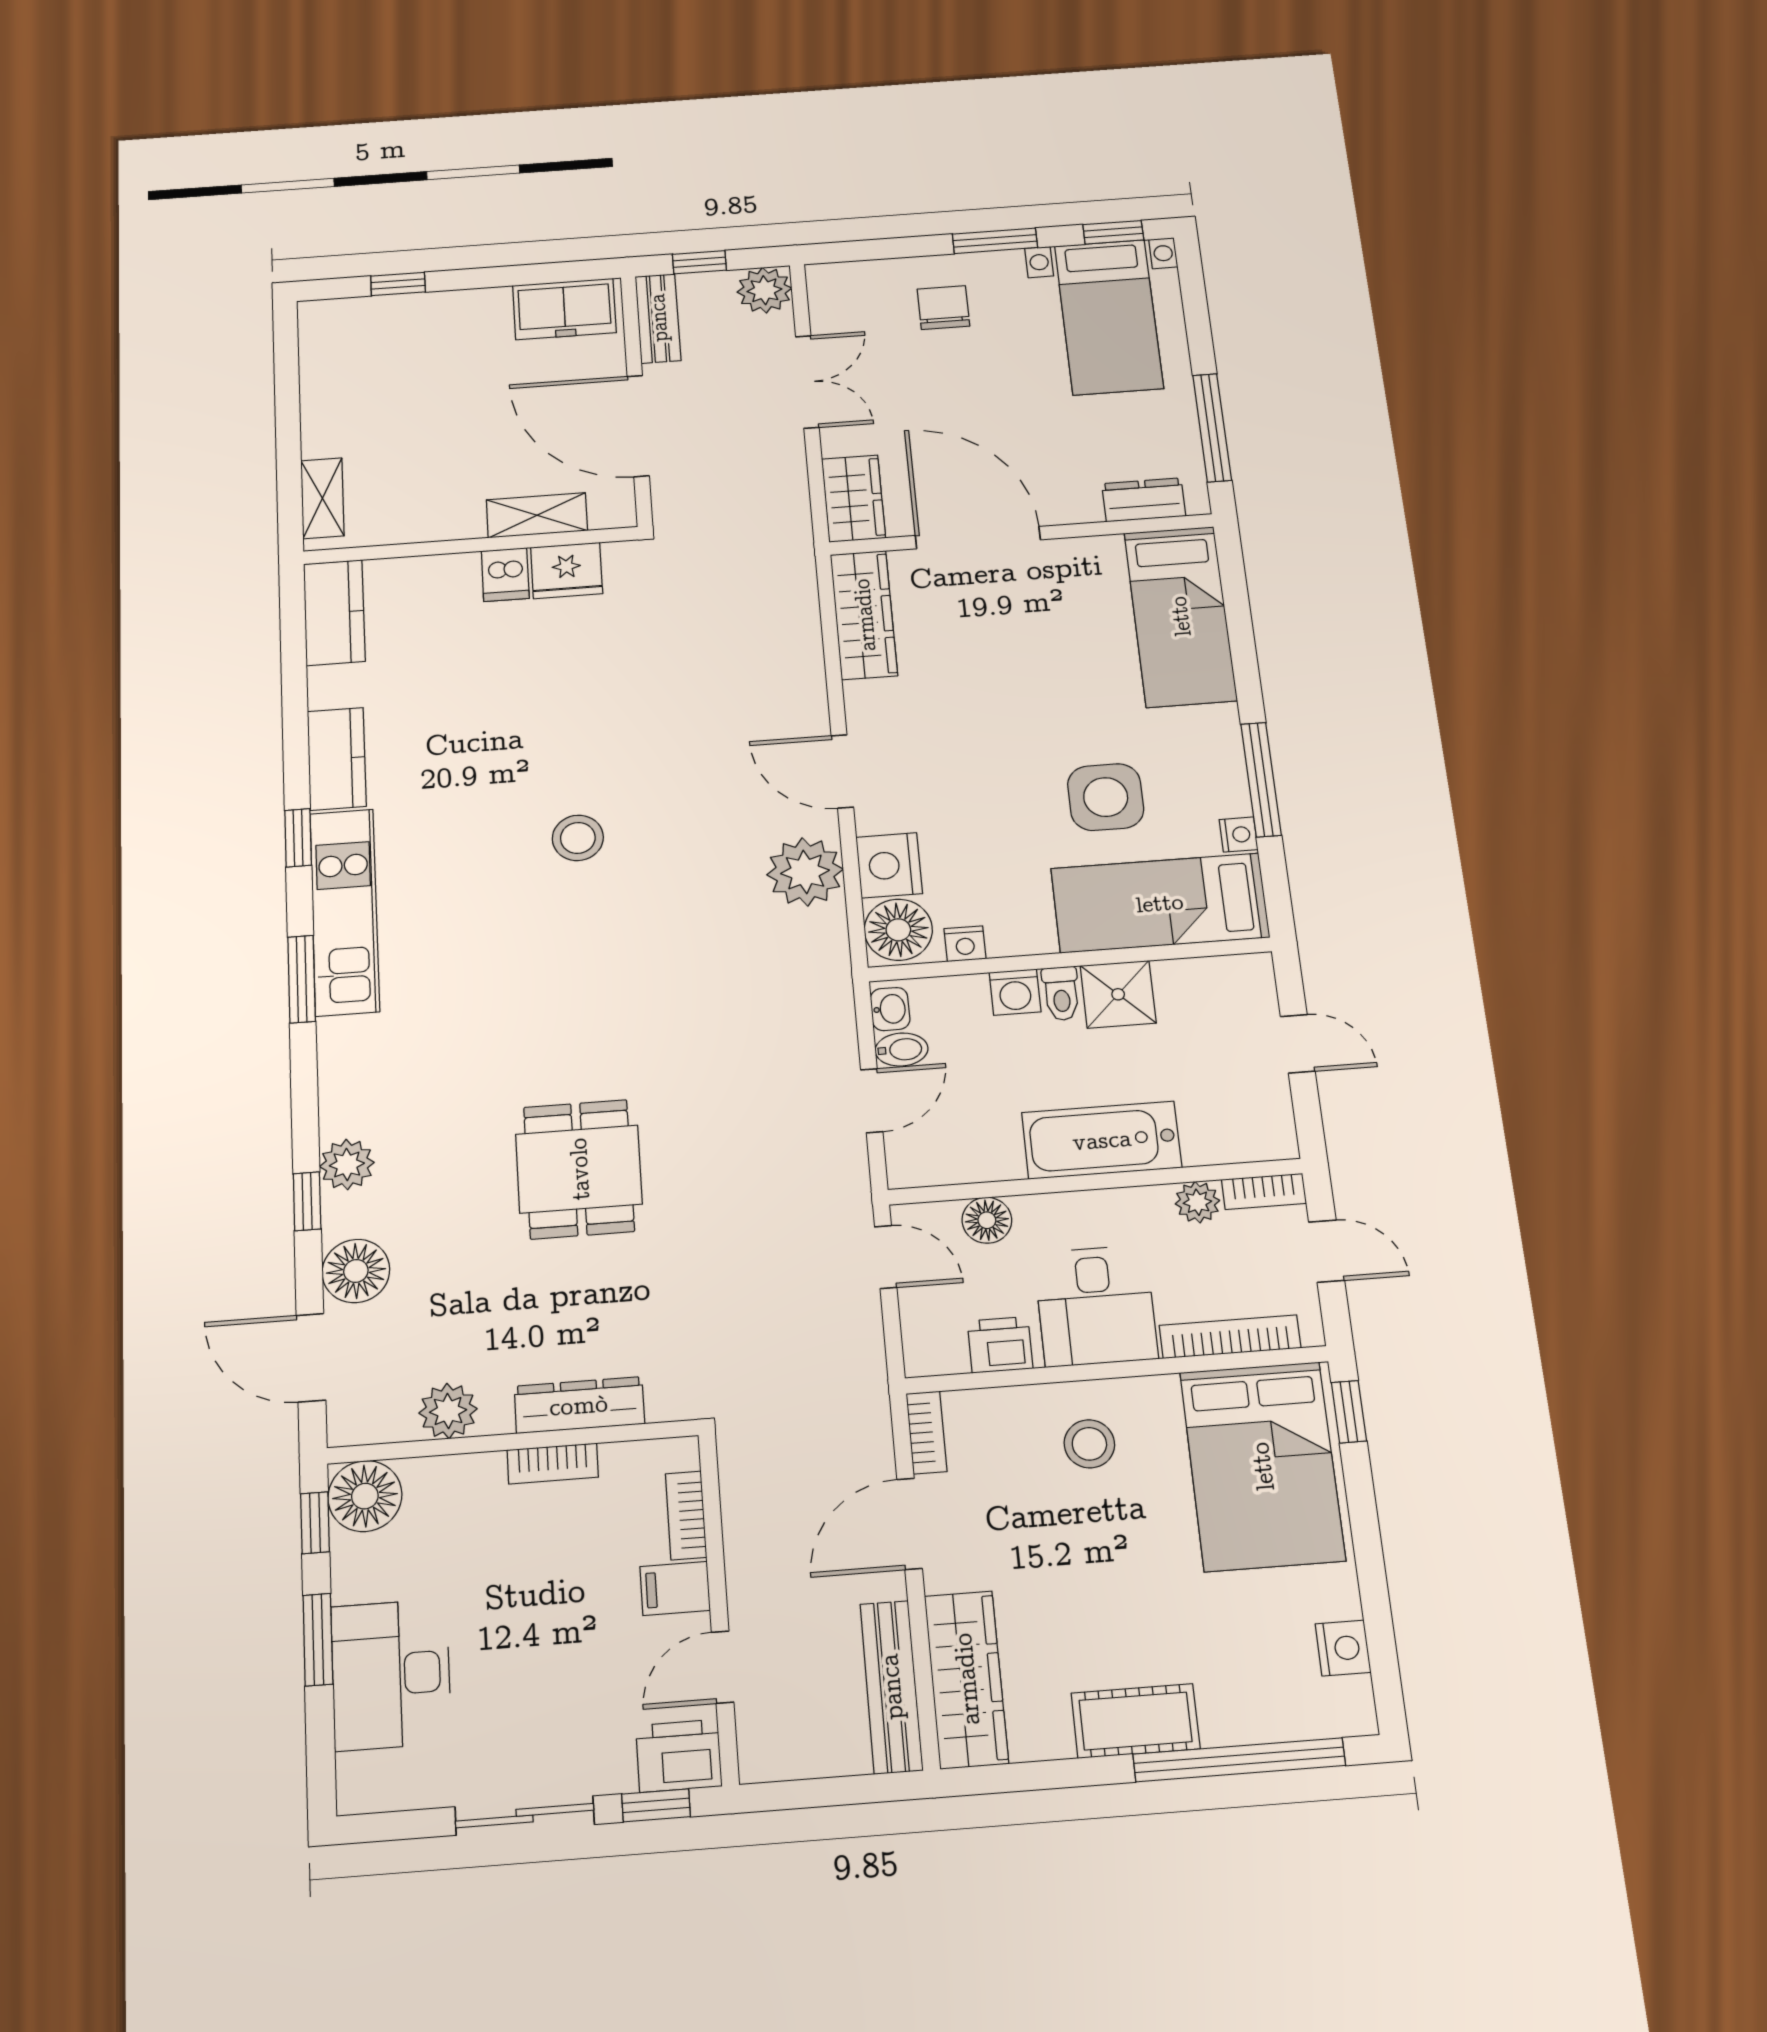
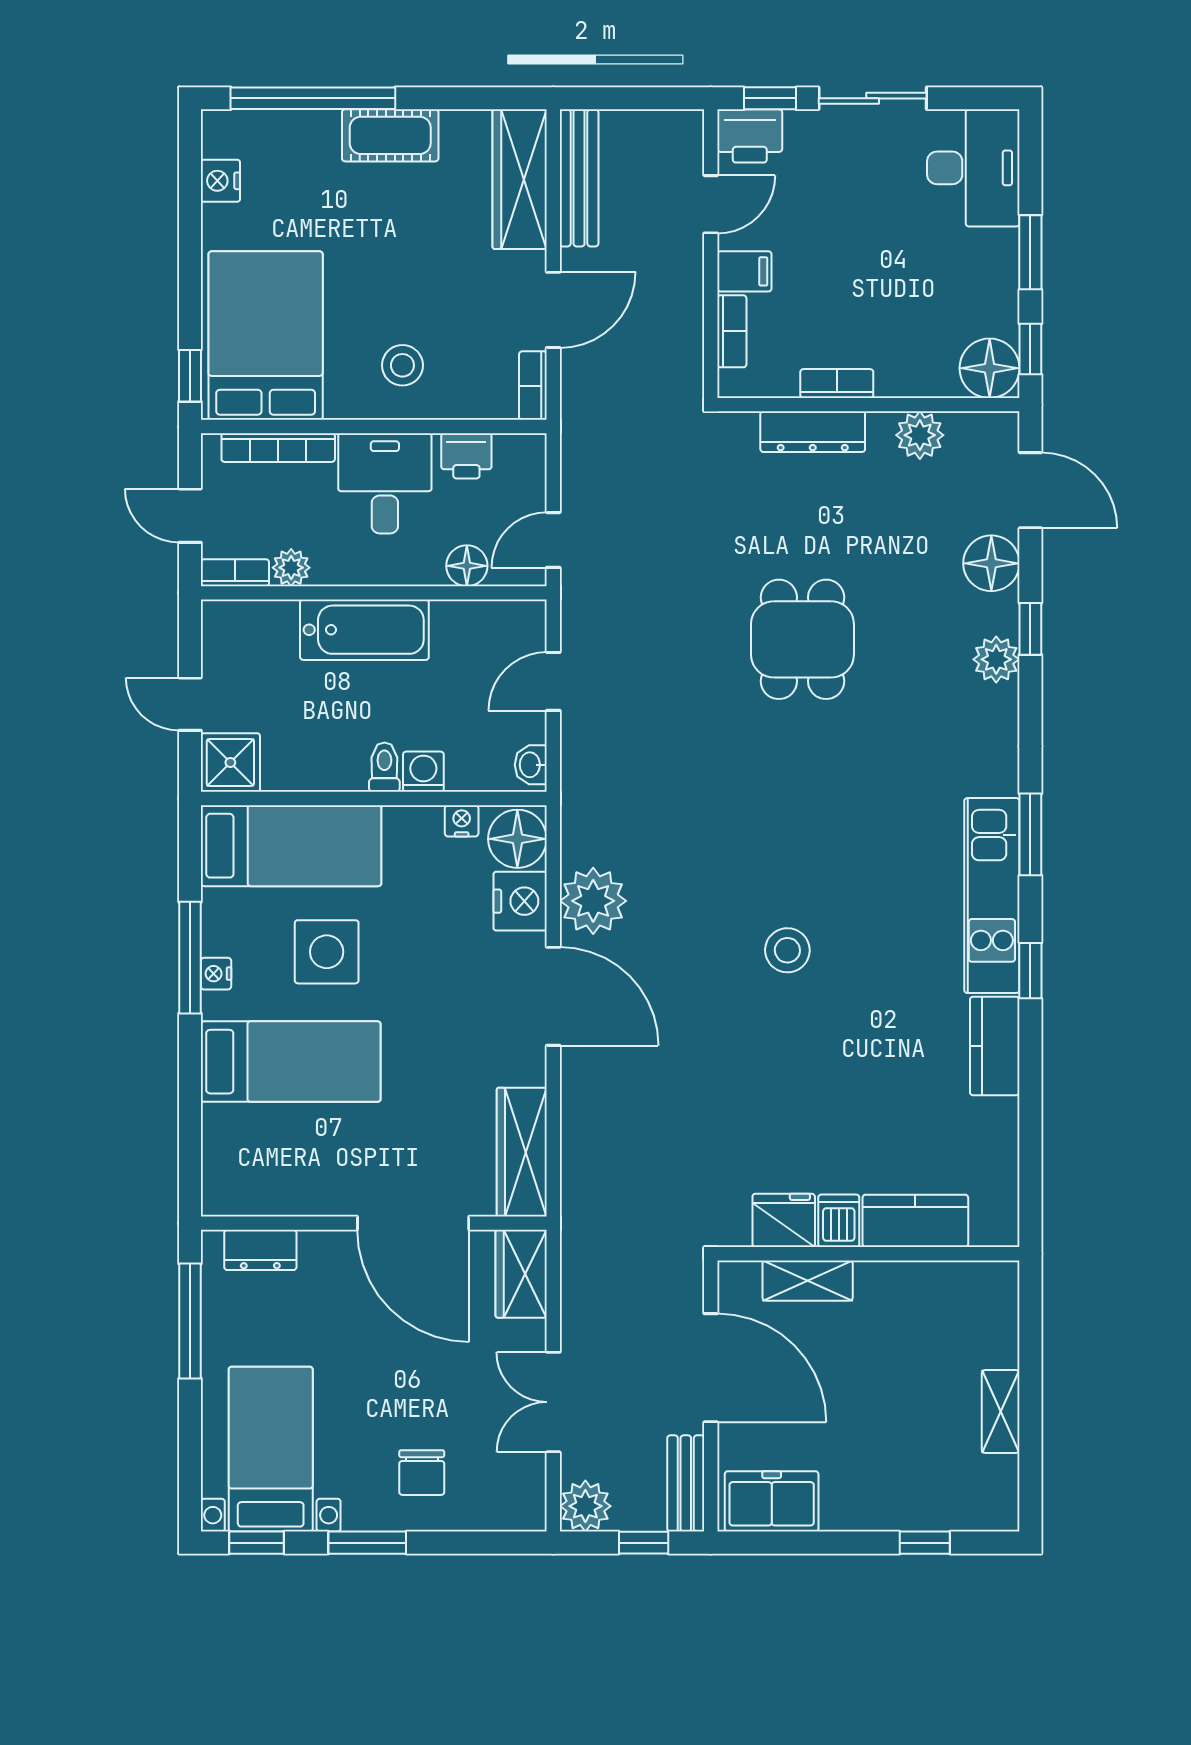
shelving: (322, 498) -> (1001, 1411), moved
kitchen counter: (334, 612) -> (915, 1221), moved, turned 90
bed: (1180, 616) -> (291, 1062), moved, turned 90
door: (842, 771) -> (553, 996), width x1.36
nightstand: (1238, 835) -> (216, 974), moved
shower: (1118, 994) -> (230, 763), moved
bidet: (901, 1050) -> (524, 726), removed
door: (886, 1257) -> (553, 540), hinge flipped
desk: (391, 1674) -> (973, 168), moved

